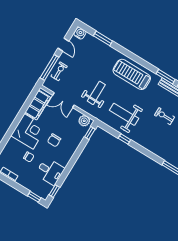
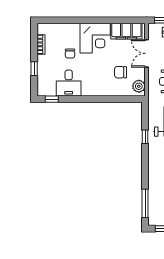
window: (90, 133) -> (130, 99), removed
chair: (54, 140) -> (121, 72), moved
window: (34, 197) -> (34, 69), moved

